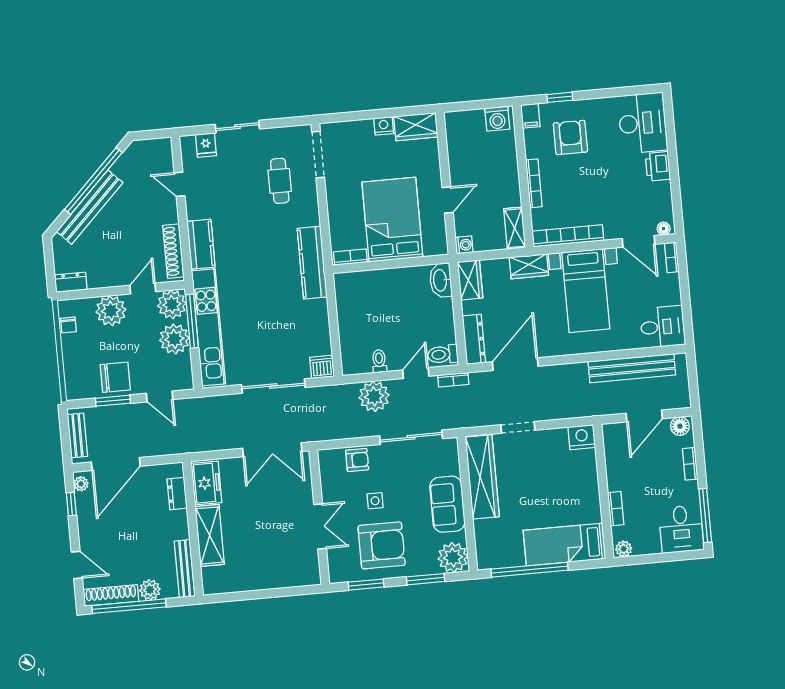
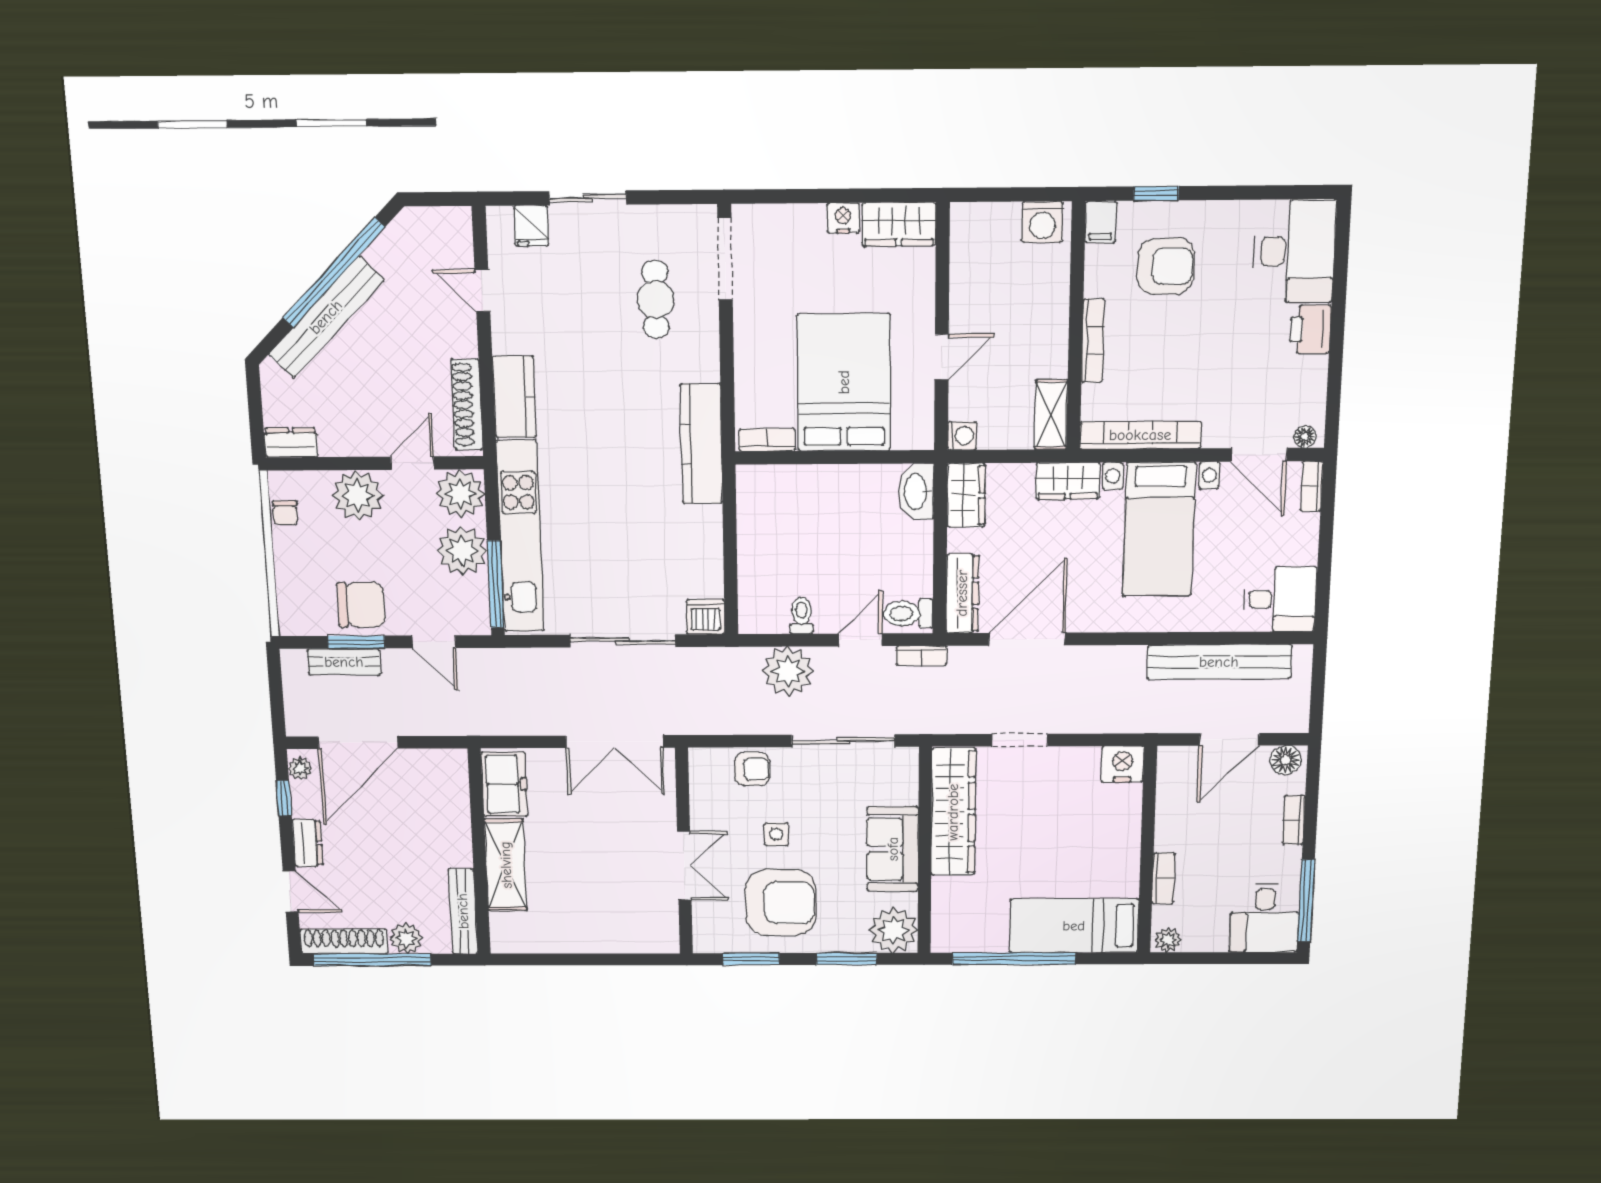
armchair: (570, 137) -> (1166, 266), turned 90
window: (192, 321) -> (496, 584), moved
bench: (77, 435) -> (344, 662), moved, turned 90
dresser: (177, 494) -> (307, 843), moved, turned 180

